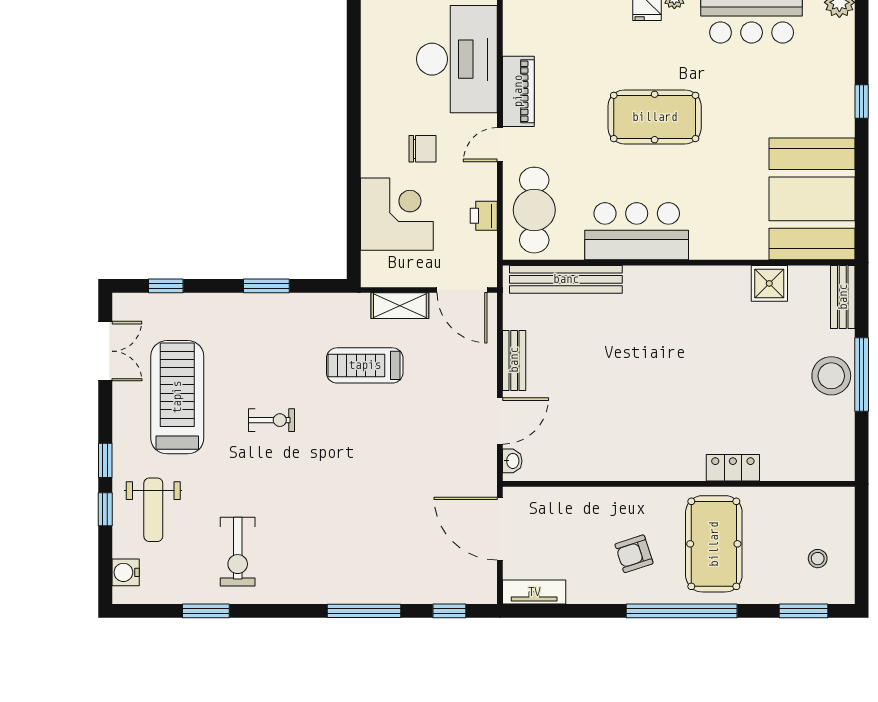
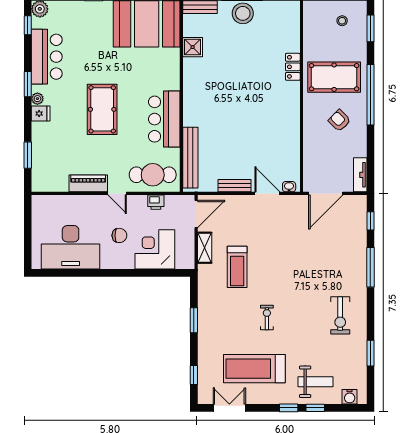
desk: (457, 59) -> (71, 247), moved, turned 180
chair: (422, 149) -> (119, 235), turned 90
exercise bike: (238, 552) -> (340, 315), moved, turned 90
armchair: (634, 554) -> (339, 121), turned 153

